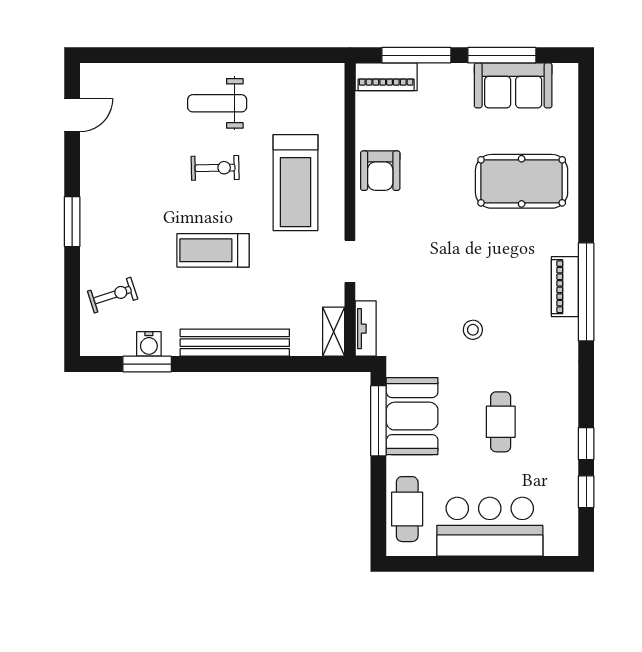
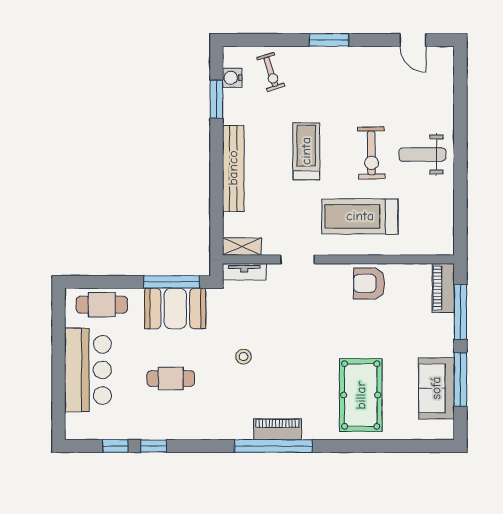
weight bench: (217, 103) -> (422, 155), turned -90
exercise bike: (215, 168) -> (371, 153), width x1.38, depth x1.39
water cooler: (149, 344) -> (232, 78), moved

